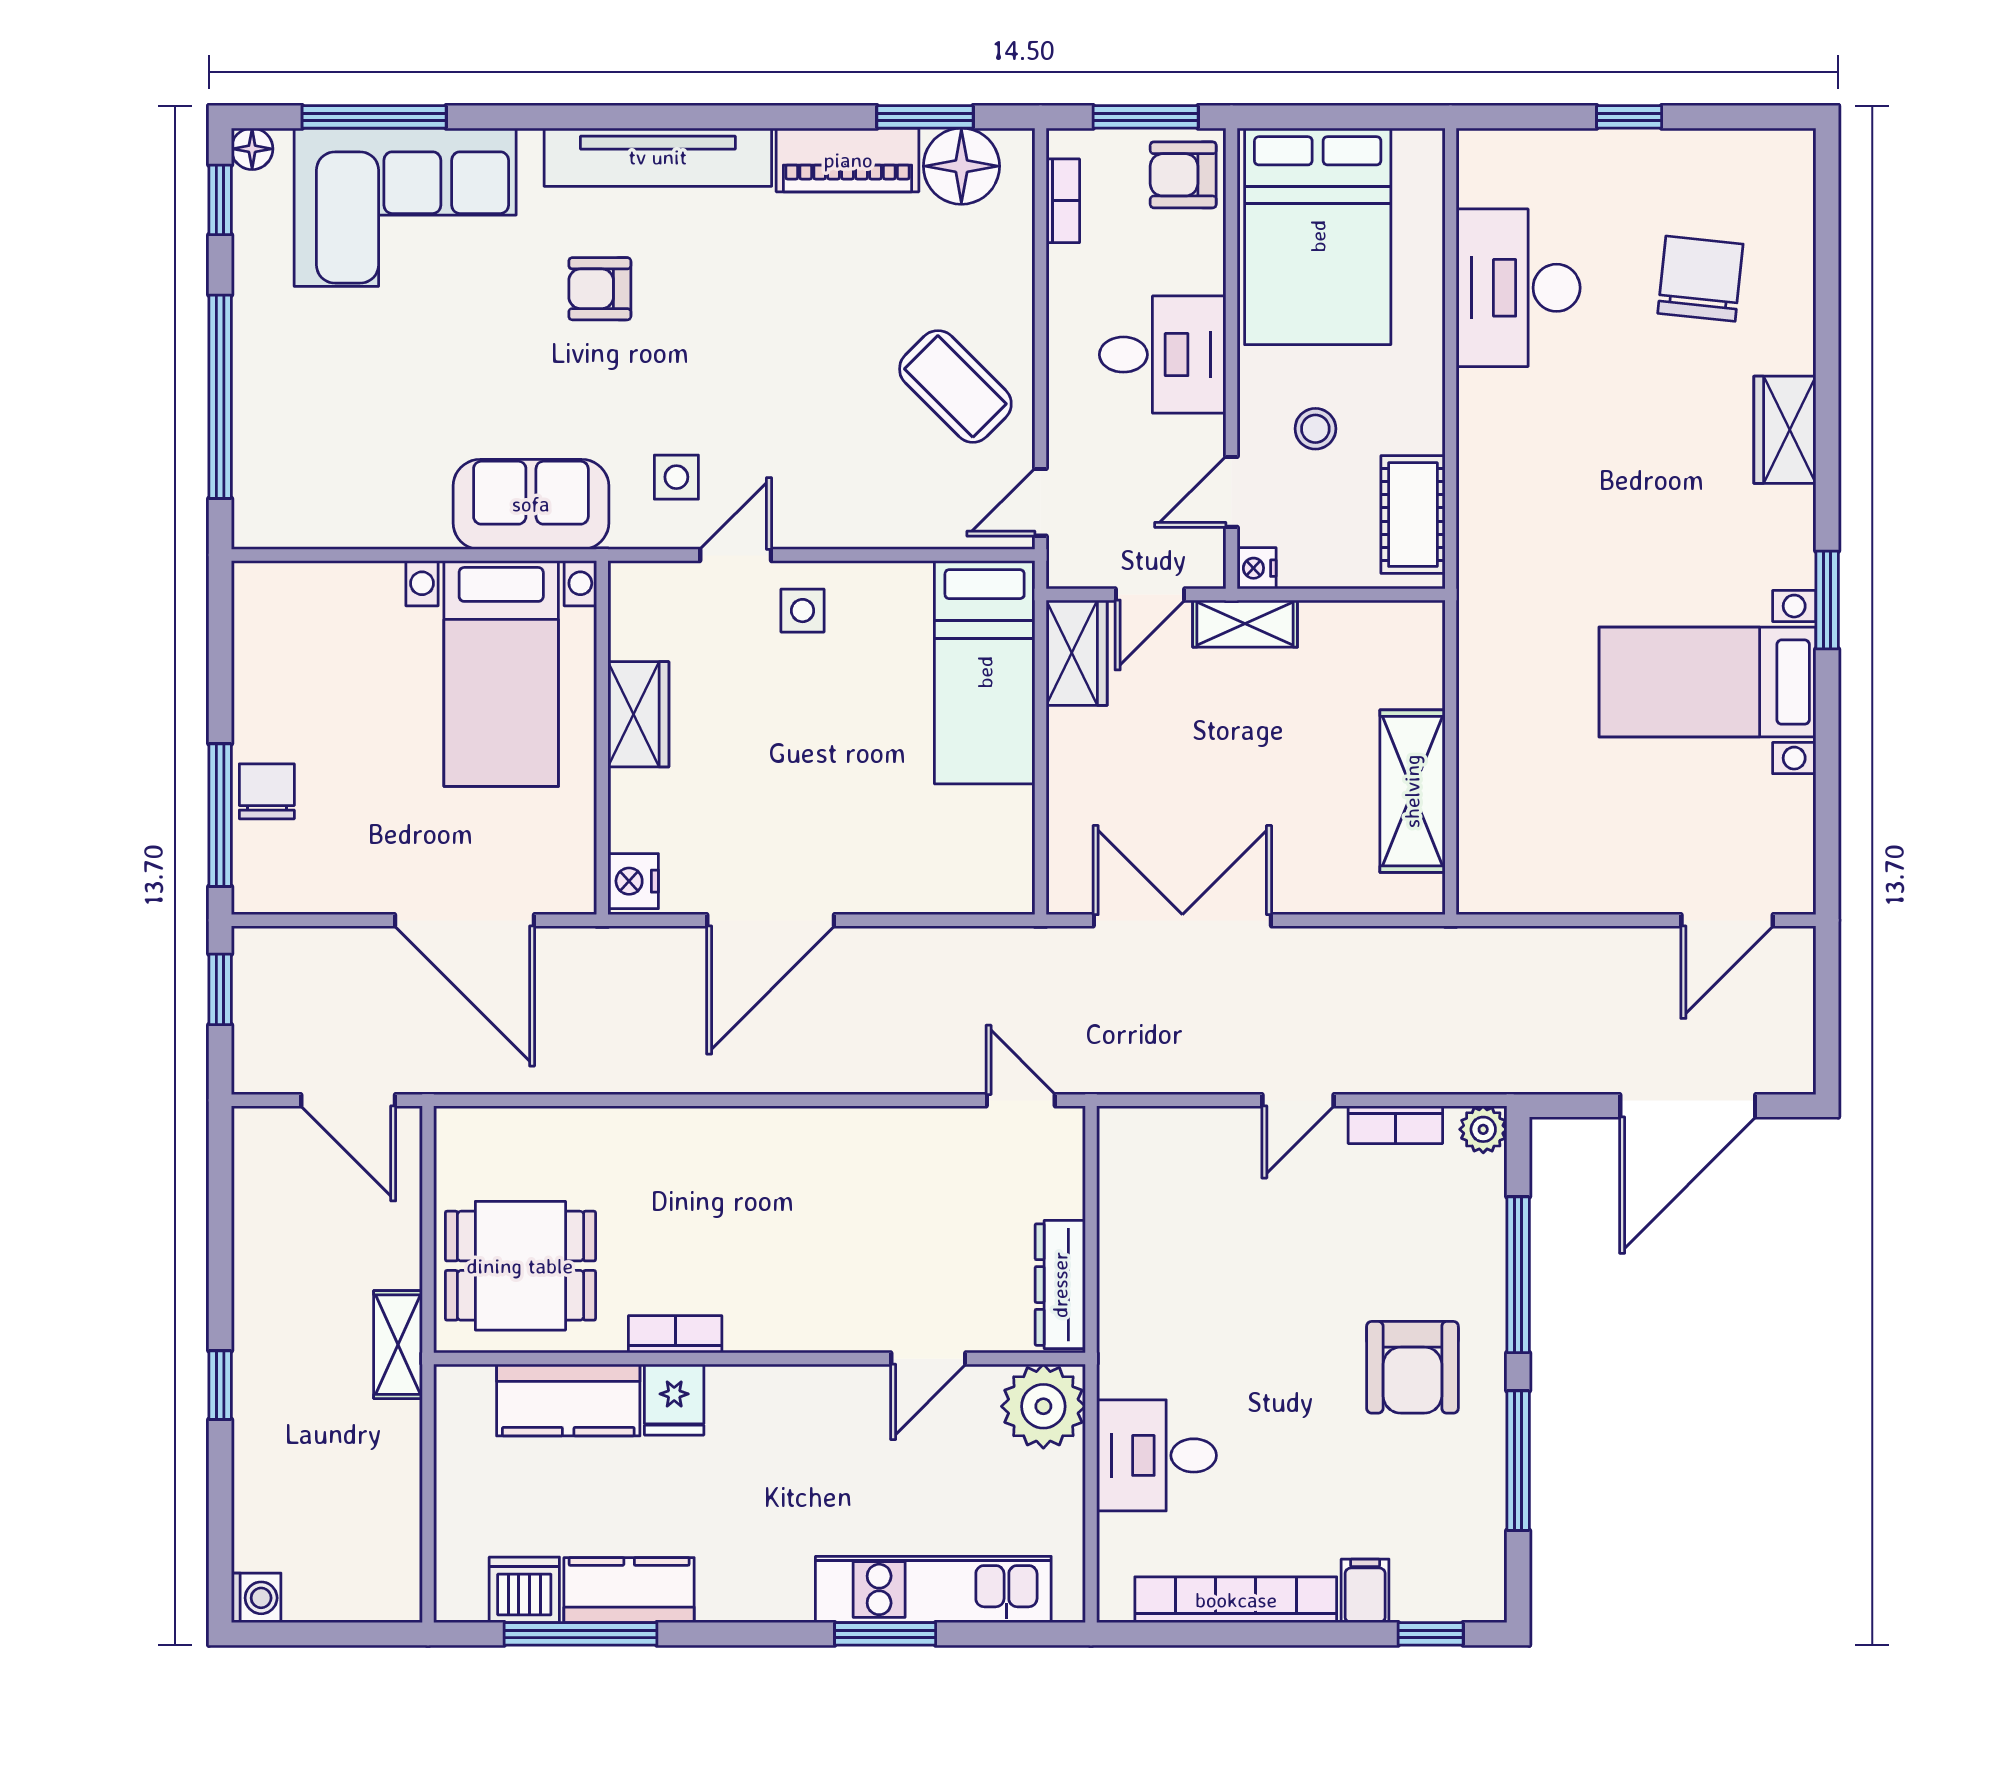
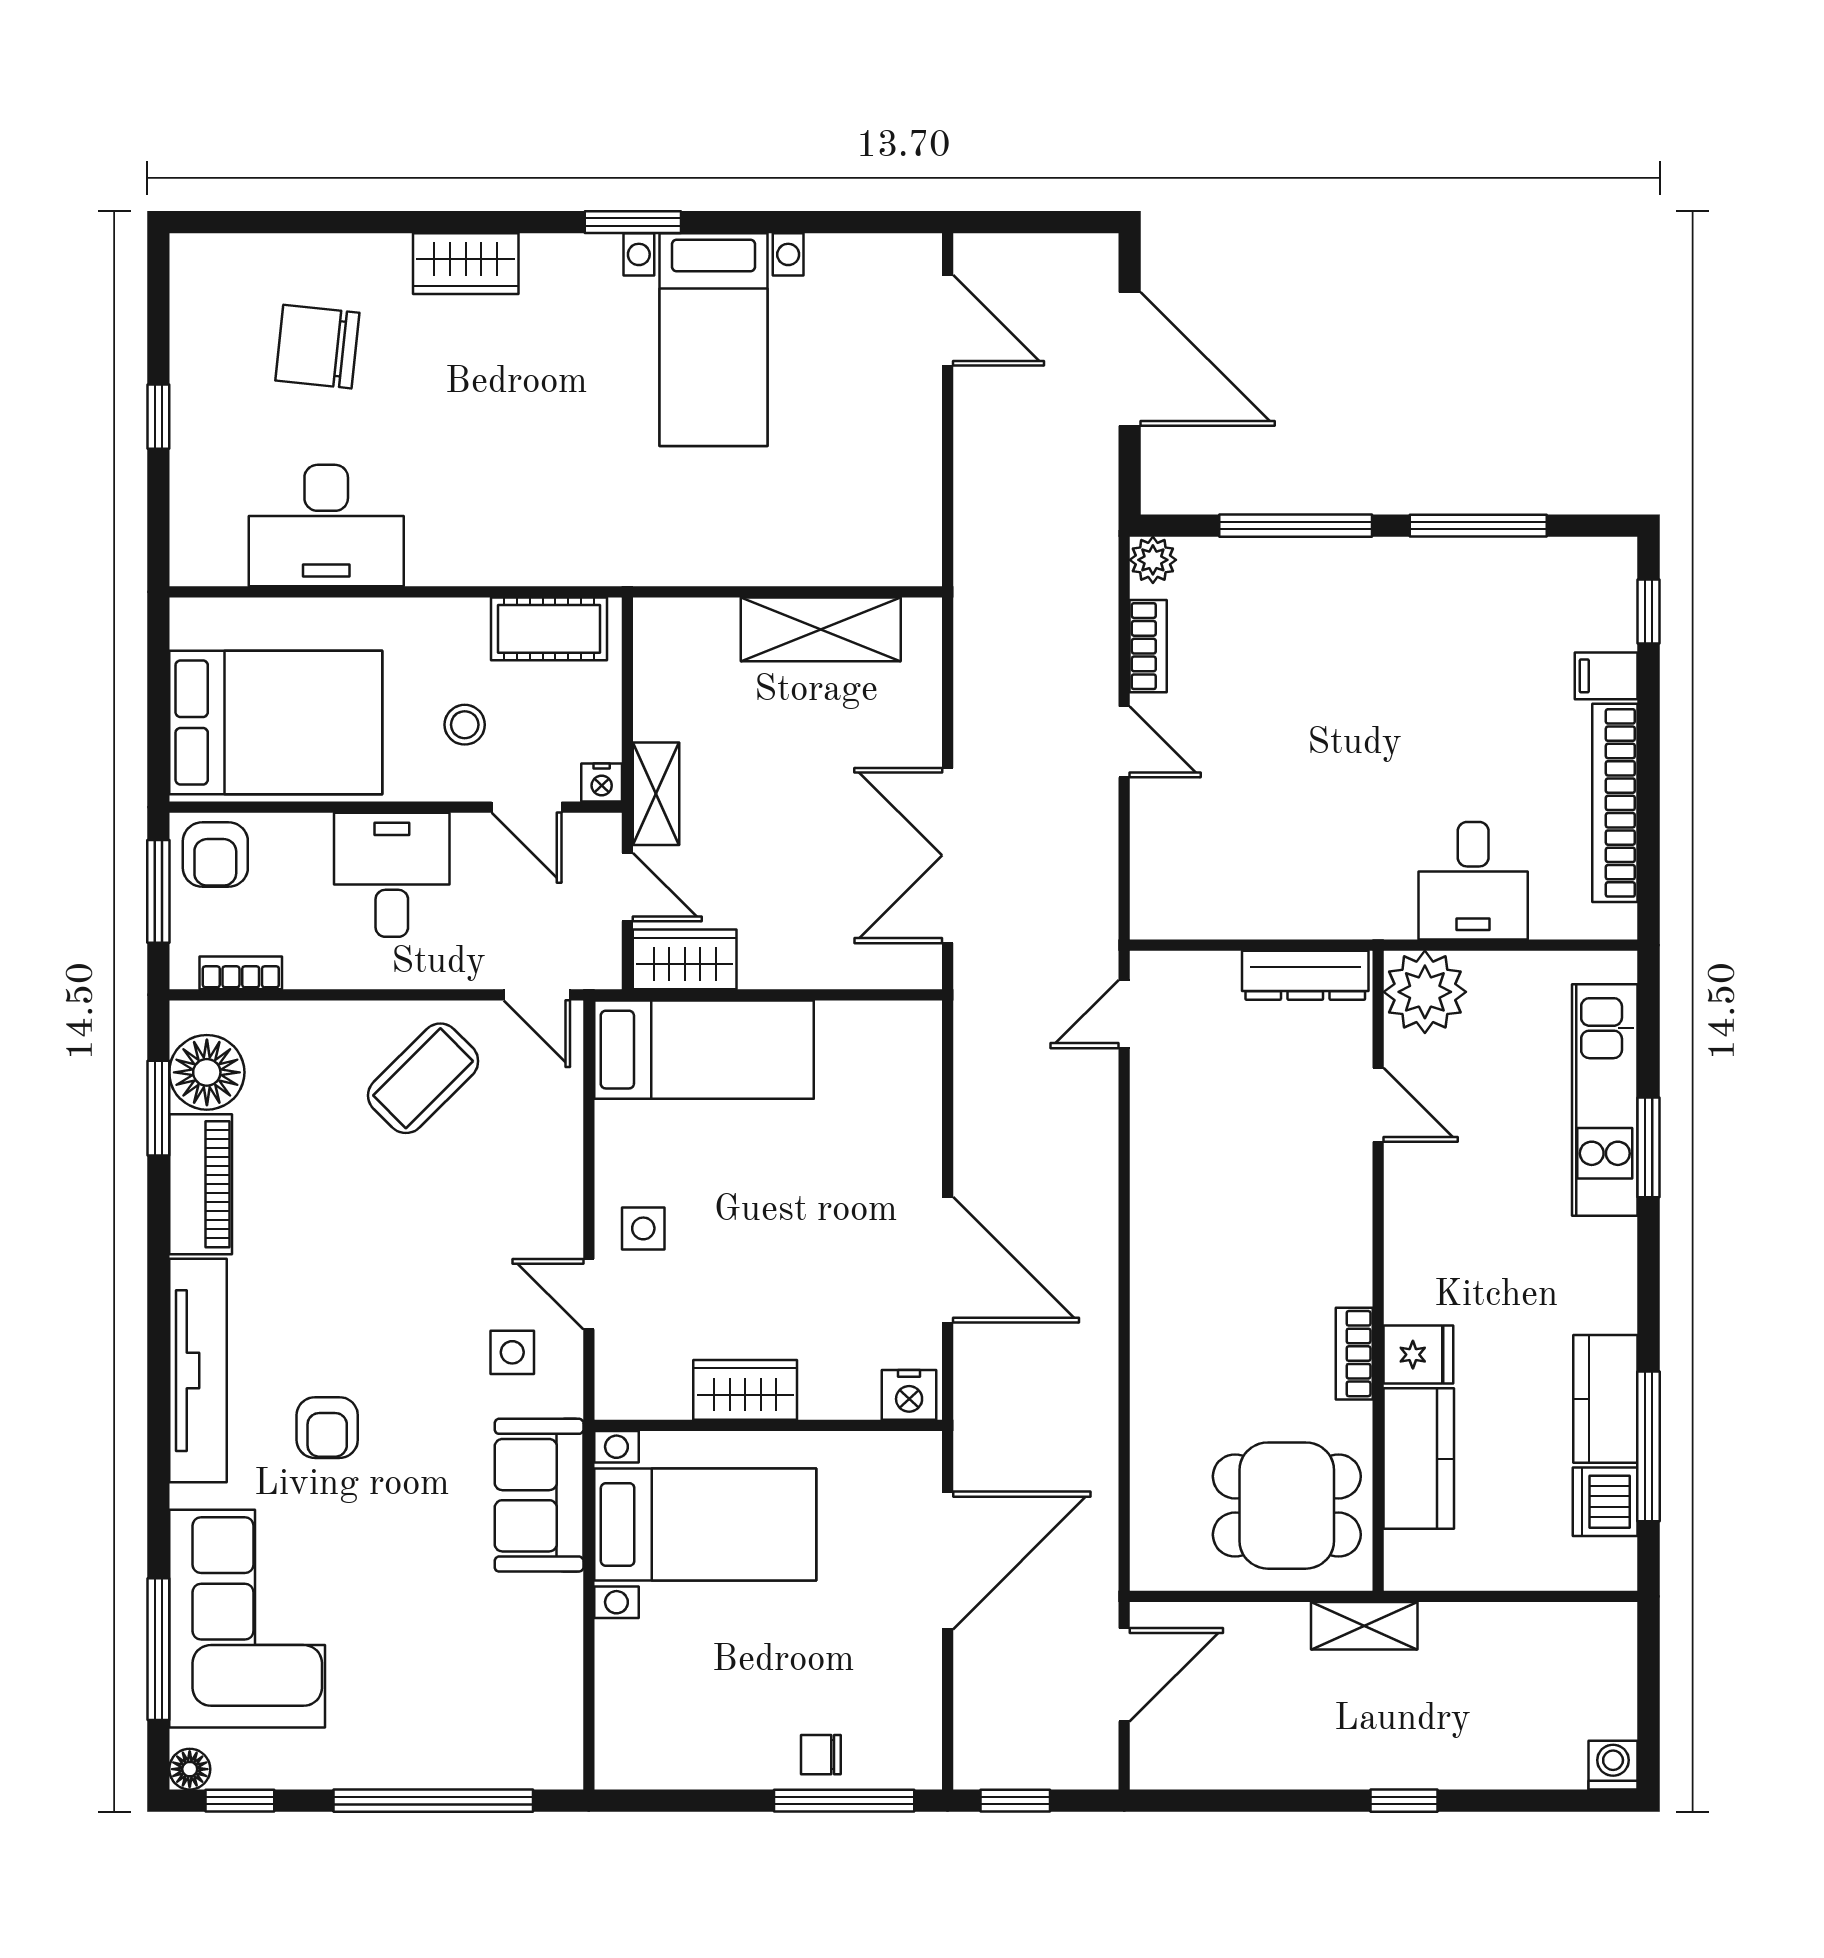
chair: (267, 791) -> (821, 1755), width x0.73, depth x0.73
dining table: (520, 1266) -> (1287, 1506), turned 90
armchair: (1412, 1367) -> (1387, 629), removed

